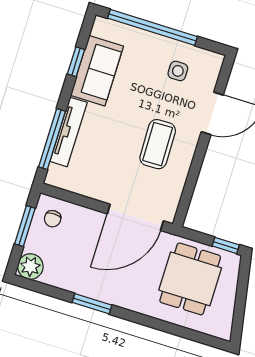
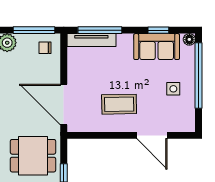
floor lamp: (101, 25) -> (189, 39), added
side table: (178, 71) -> (173, 89), moved
tv unit: (69, 132) -> (91, 40), moved
window: (25, 226) -> (34, 30), width x1.44

